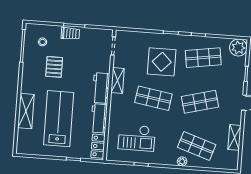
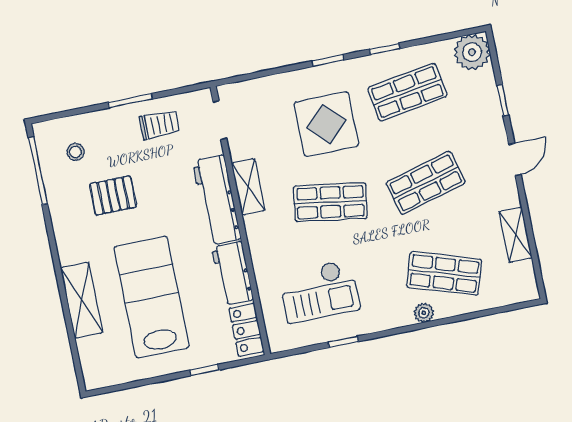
trolley: (70, 33) -> (159, 125), moved
pallet: (54, 67) -> (113, 195), turned 90
workbench: (101, 88) -> (217, 200), width x1.38

